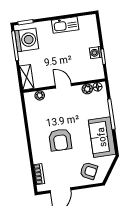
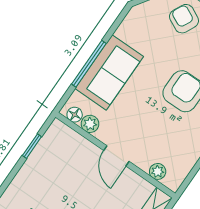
washing machine: (96, 53) -> (37, 160), removed
sofa: (102, 137) -> (109, 72), moved

